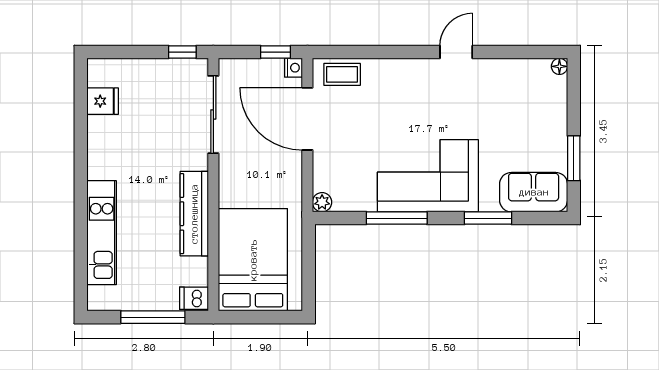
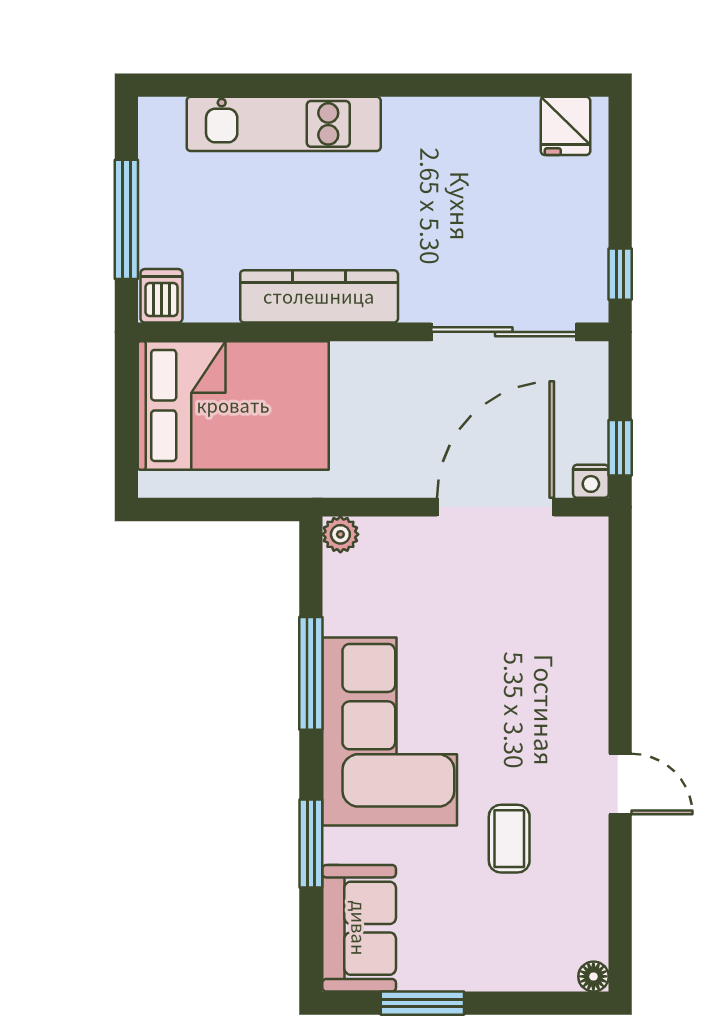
coffee table: (342, 74) -> (509, 839), moved
fridge: (103, 101) -> (566, 126), moved

